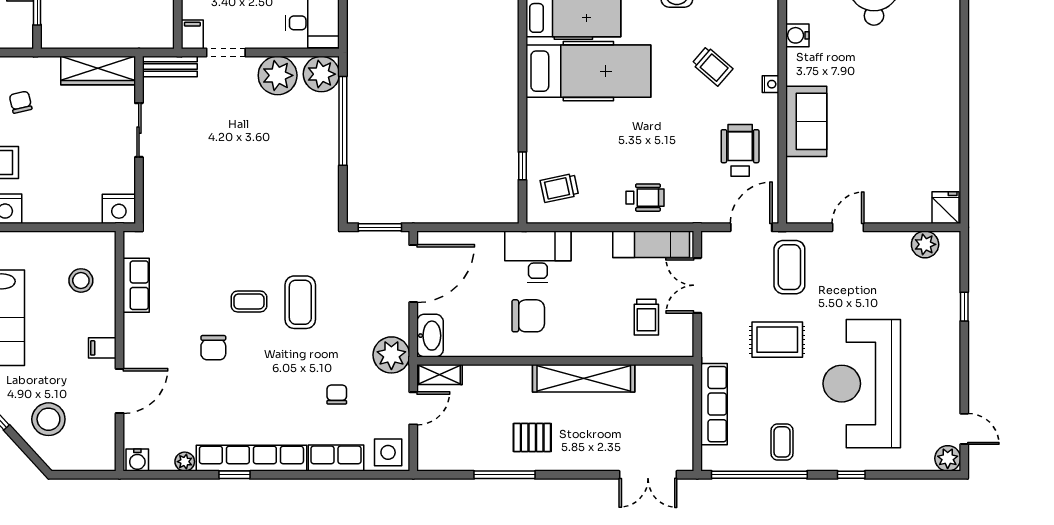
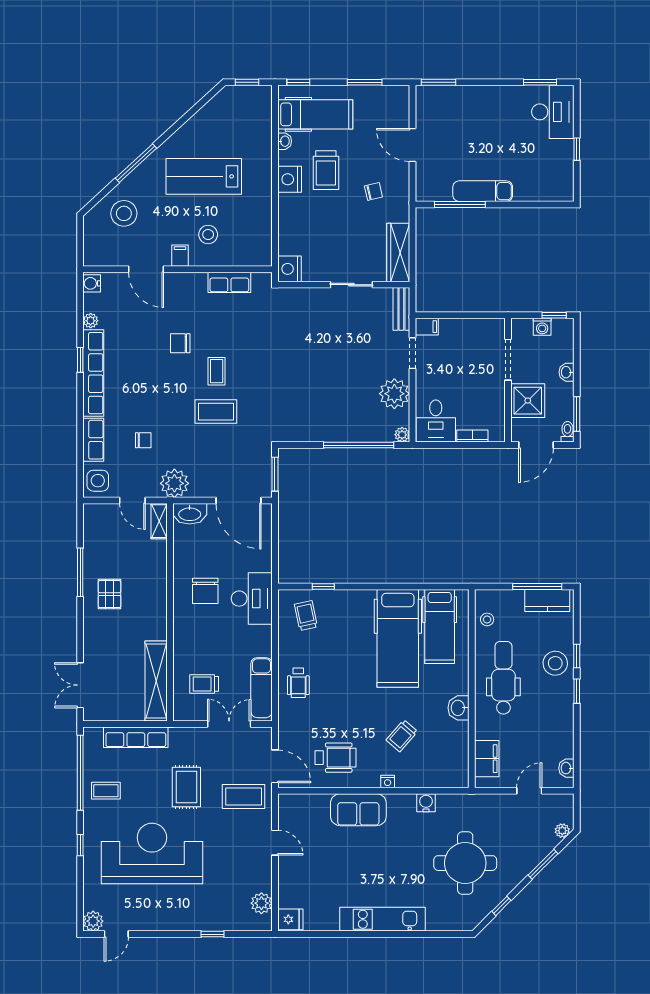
plant: (321, 74) -> (402, 435), width x0.53, depth x0.53
kitchen unit: (945, 91) -> (382, 919), added
stool: (81, 280) -> (208, 235), moved
shelving: (584, 378) -> (156, 681), moved

